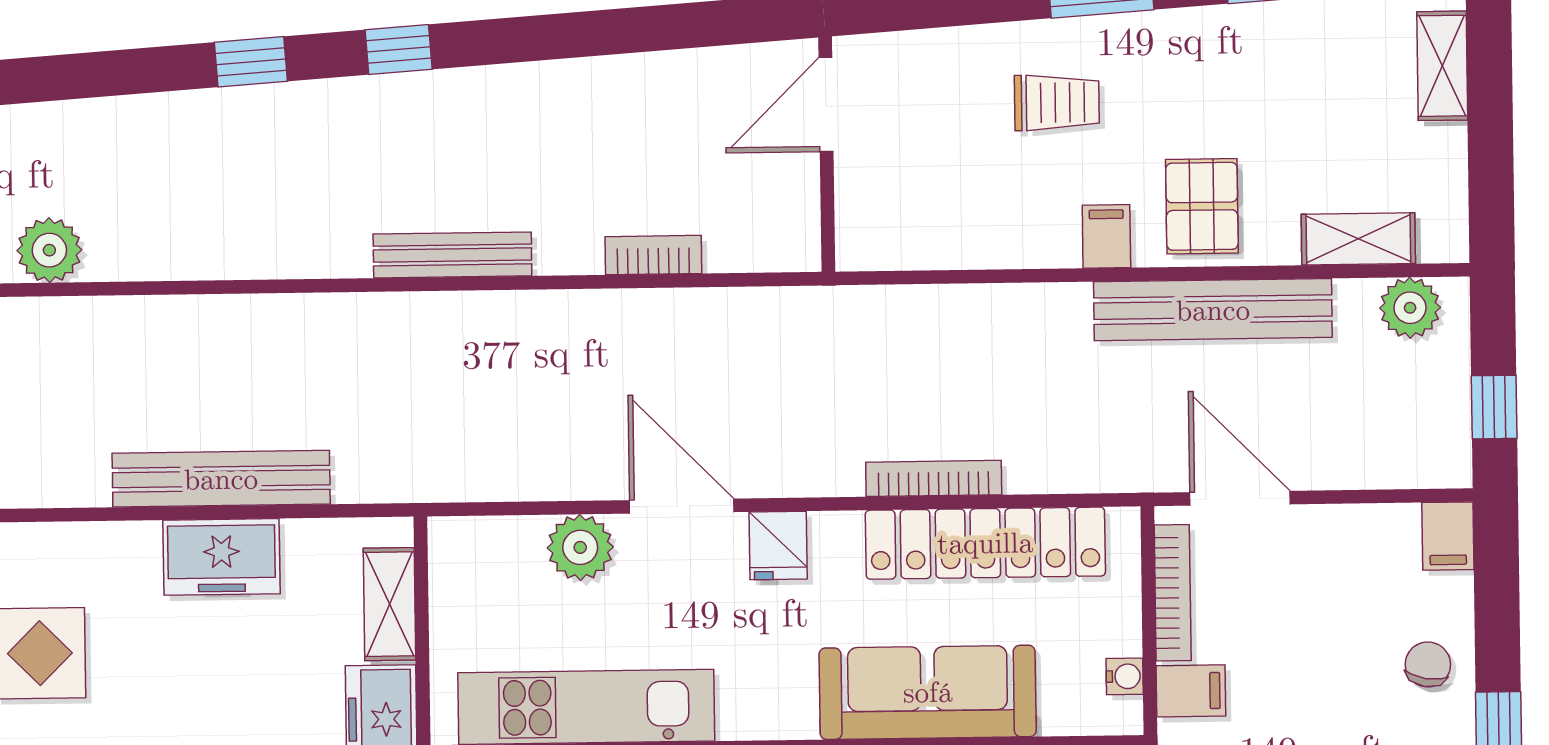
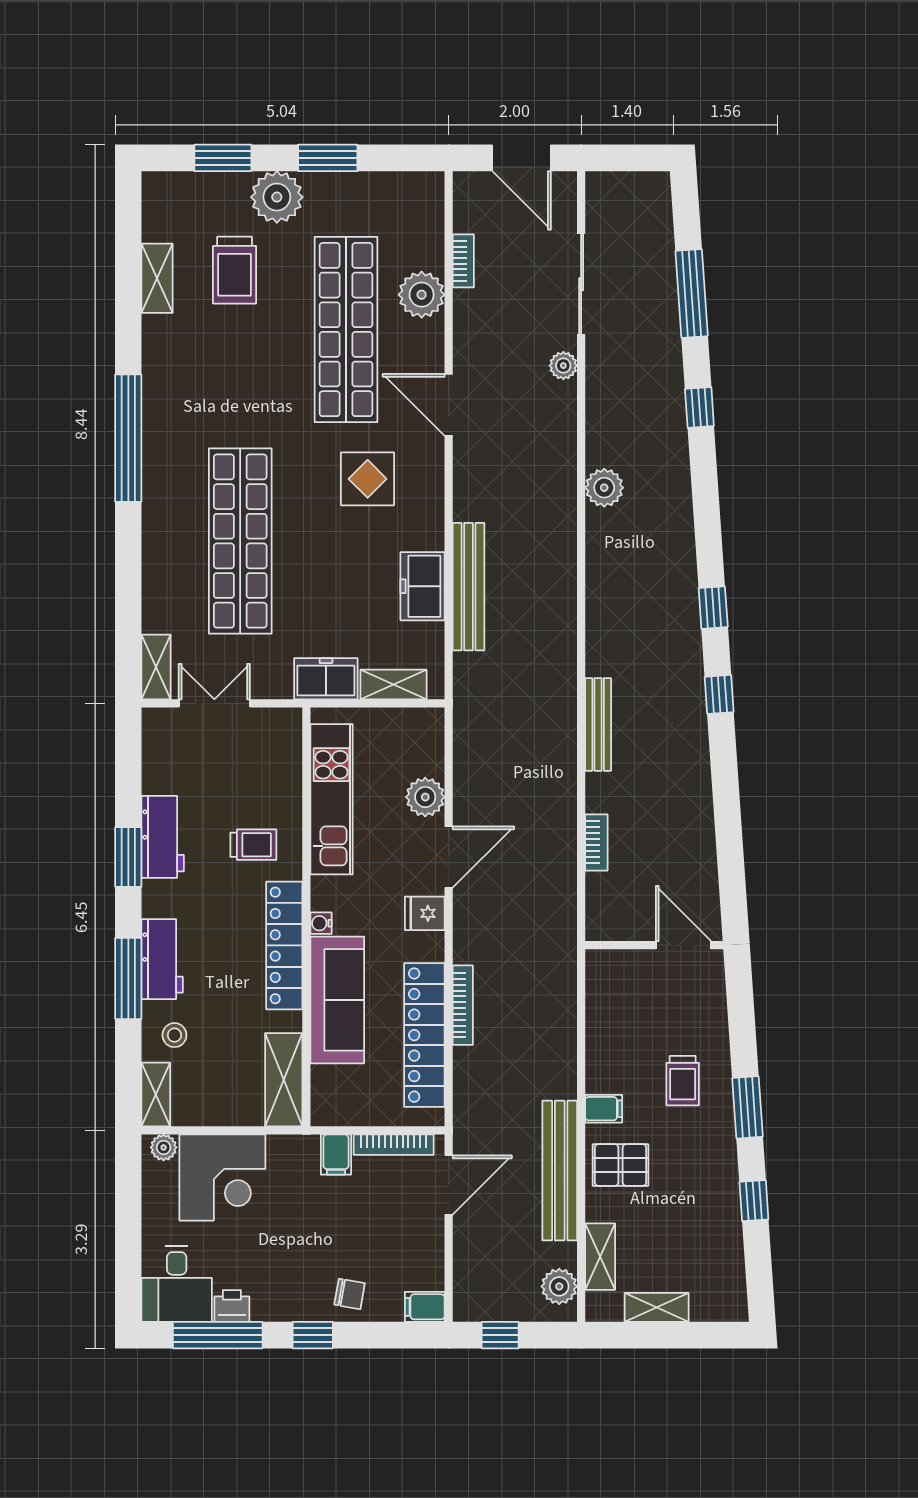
shelving: (1442, 66) -> (657, 1307), moved
water cooler: (1125, 676) -> (321, 923), moved, turned 90

